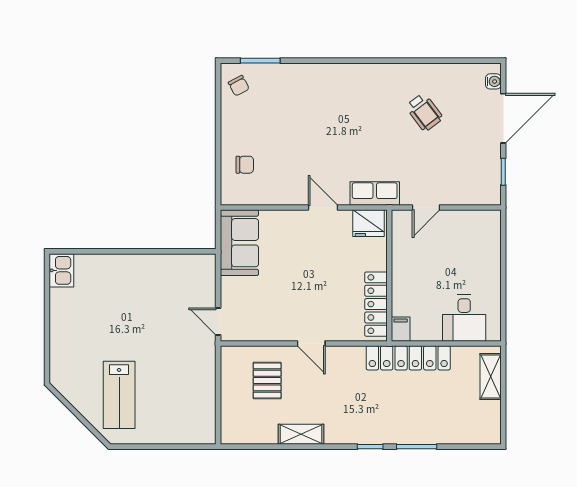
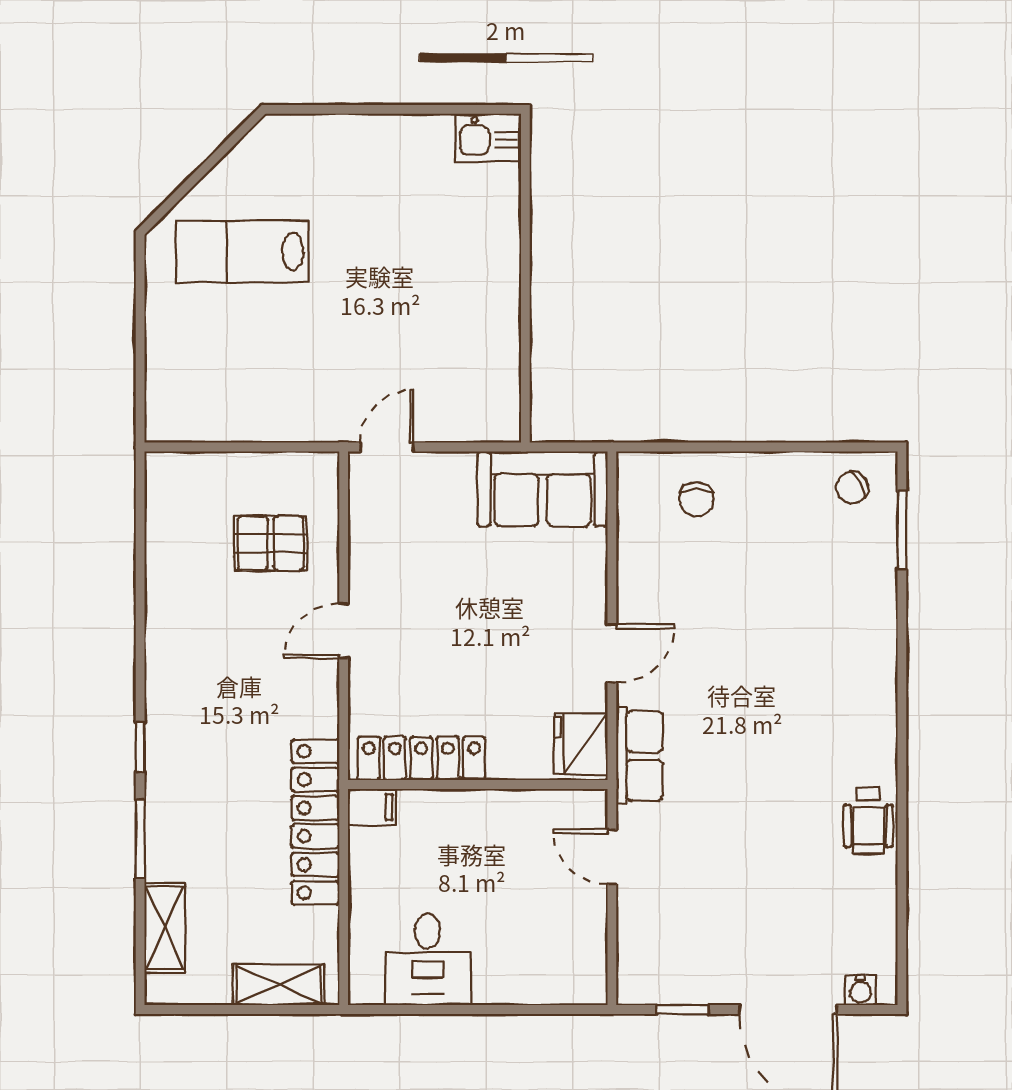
wheelchair: (424, 112) -> (868, 820), moved, turned -53
desk: (464, 318) -> (428, 959), moved, turned -90
shelving: (301, 434) -> (165, 928), moved

